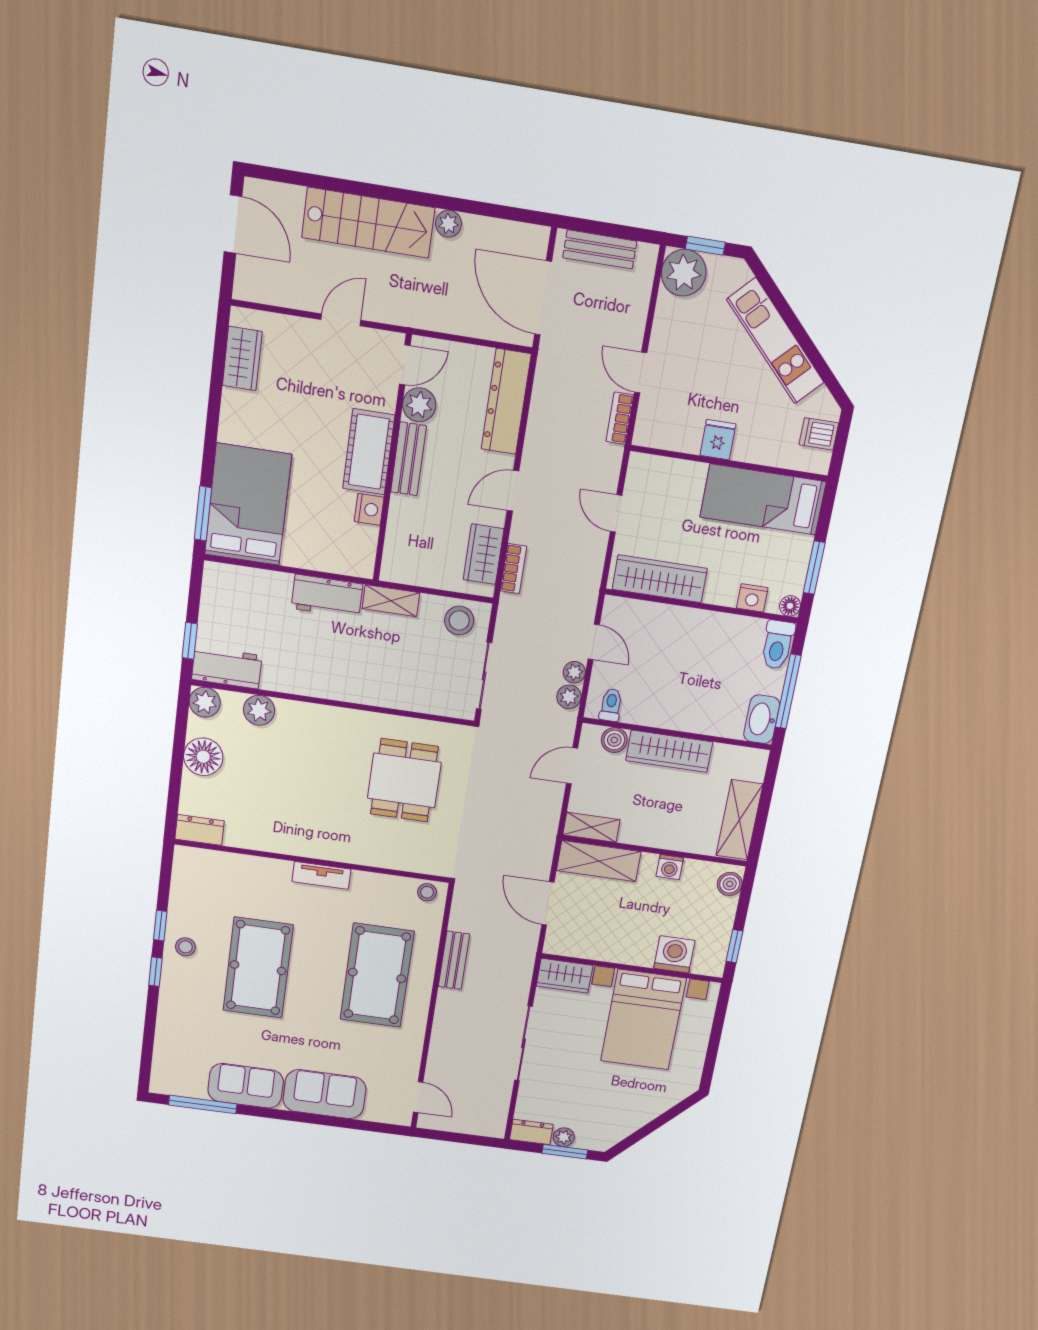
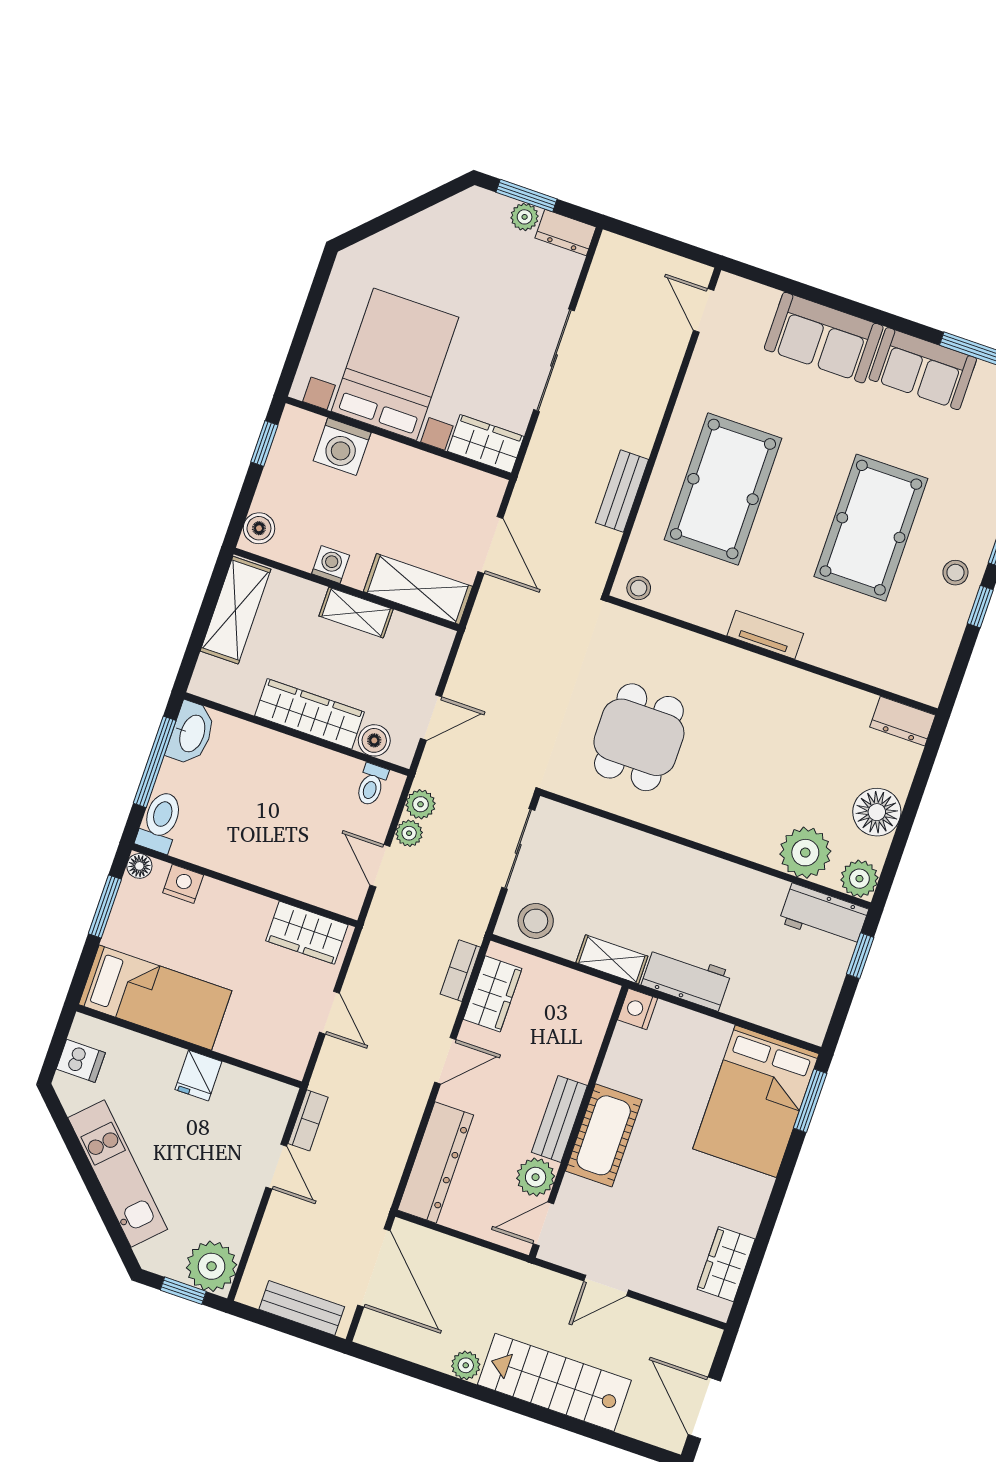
nightstand: (369, 509) -> (637, 1009), moved
wardrobe: (660, 579) -> (307, 933), width x0.67
plant: (259, 710) -> (805, 853), width x1.36, depth x1.36
shelving: (591, 827) -> (356, 613), moved

